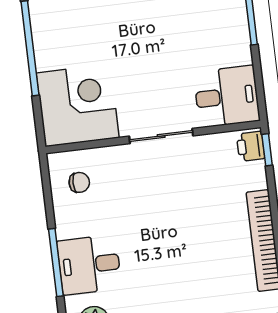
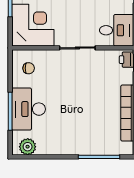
desk: (89, 265) -> (29, 109), width x1.37

